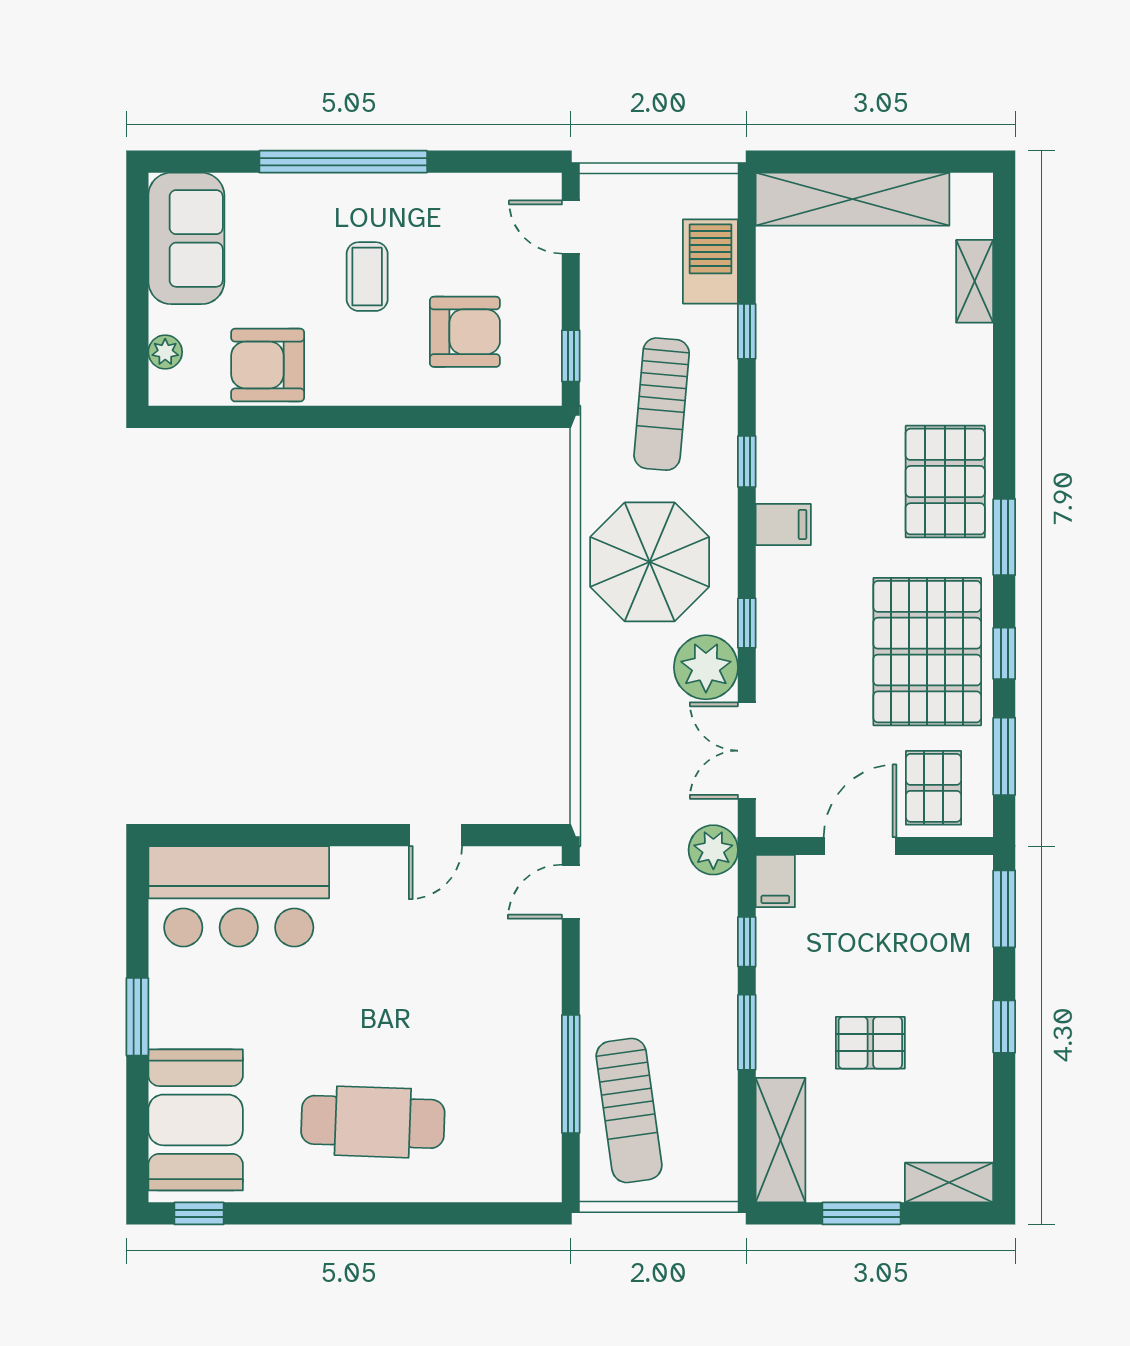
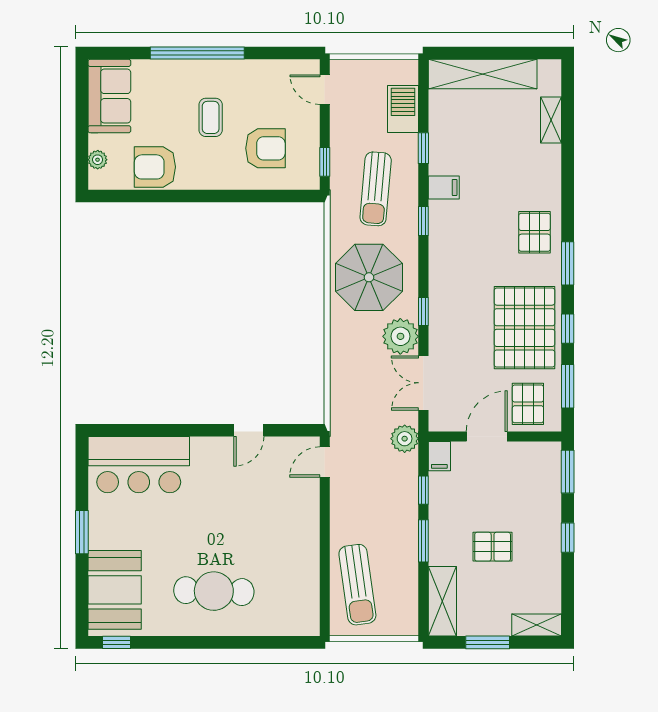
pallet: (945, 482) -> (535, 232), width x0.67, depth x0.71
filing cabinet: (783, 524) -> (444, 187), moved
window: (571, 1074) -> (325, 564), removed

